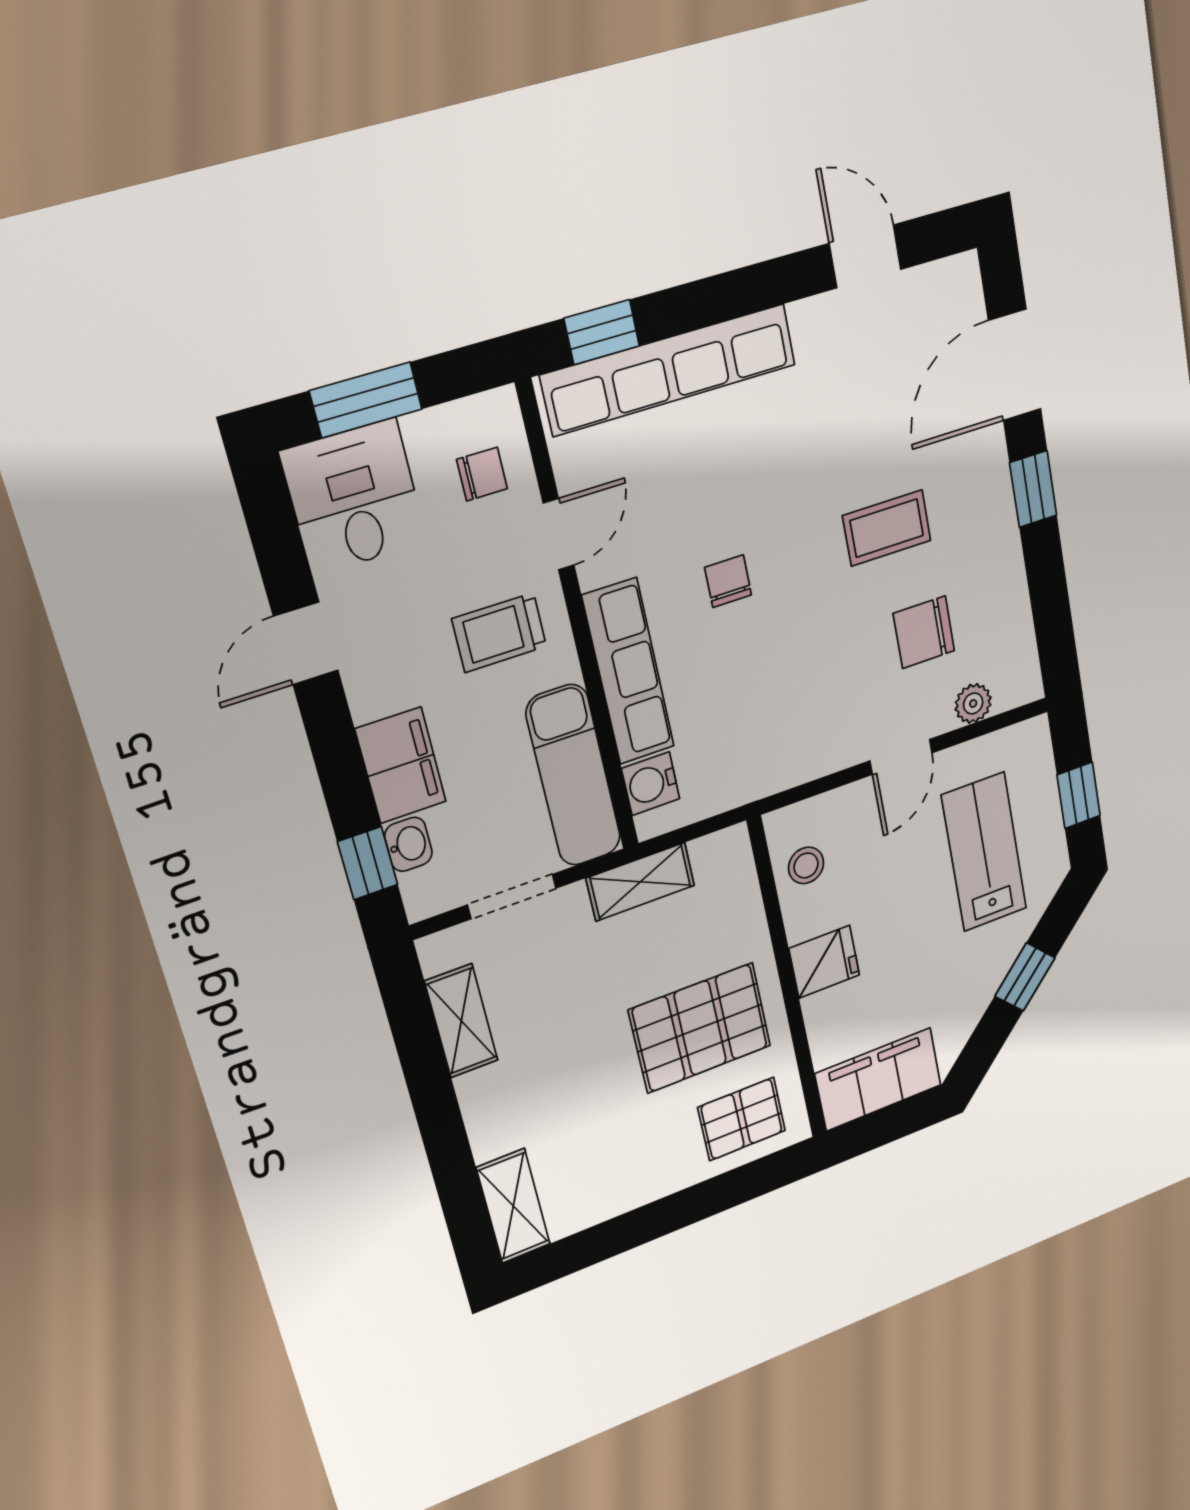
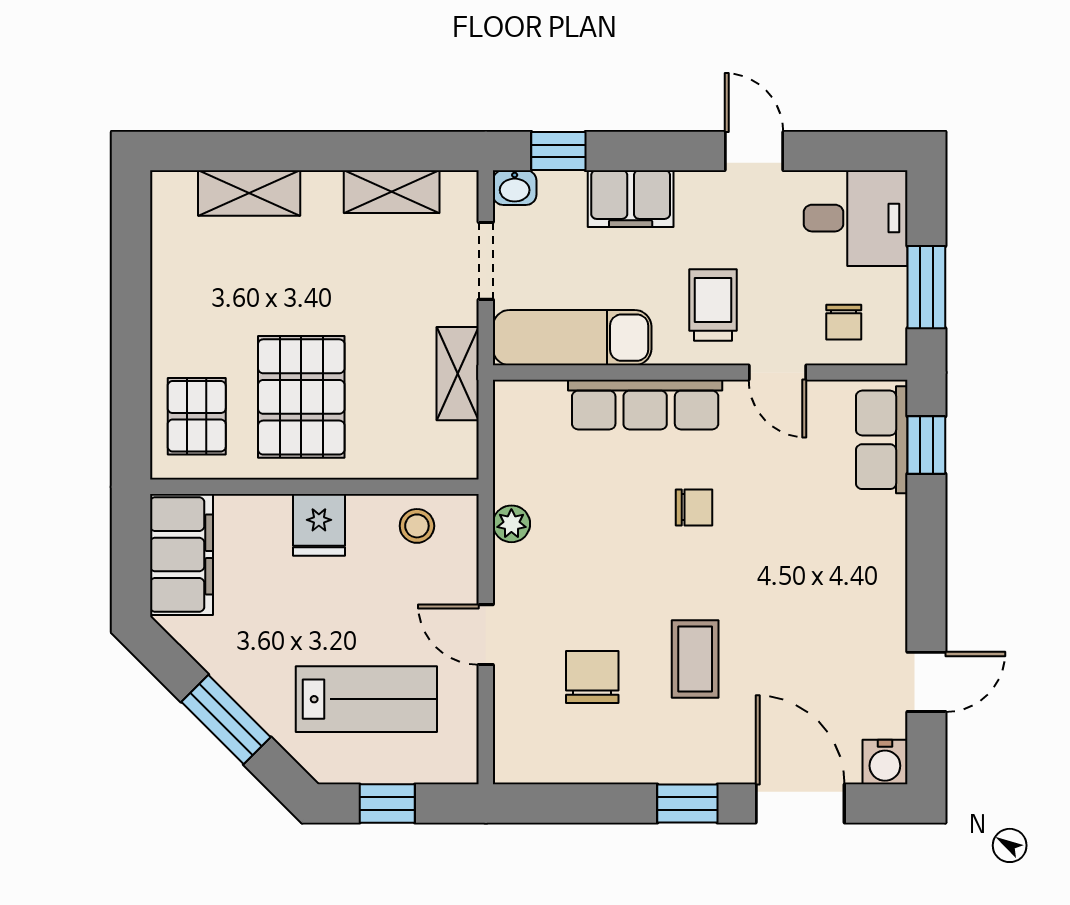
row of seats: (669, 370) -> (882, 440), width x0.50
window: (366, 400) -> (926, 287), moved
plant: (973, 703) -> (511, 524), moved
water cooler: (651, 784) -> (885, 762), moved, turned 180
washbasin: (408, 844) -> (515, 188), moved
window: (1025, 977) -> (226, 720), width x1.50
shelving: (513, 1206) -> (249, 193), moved

